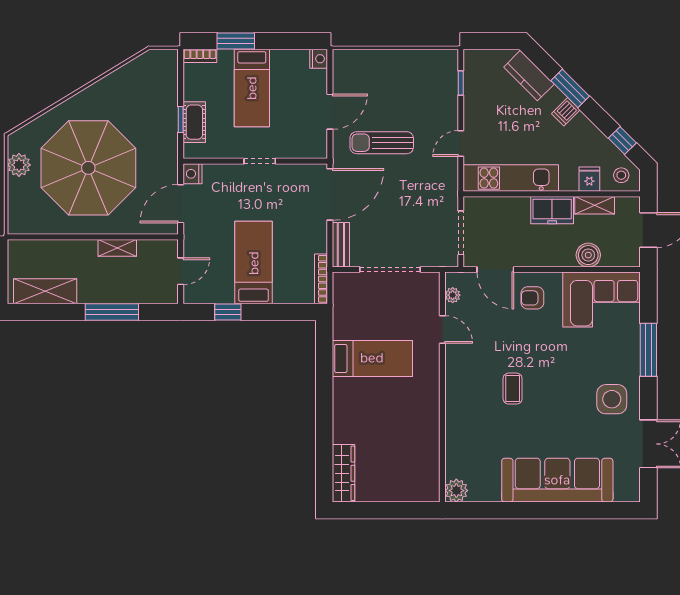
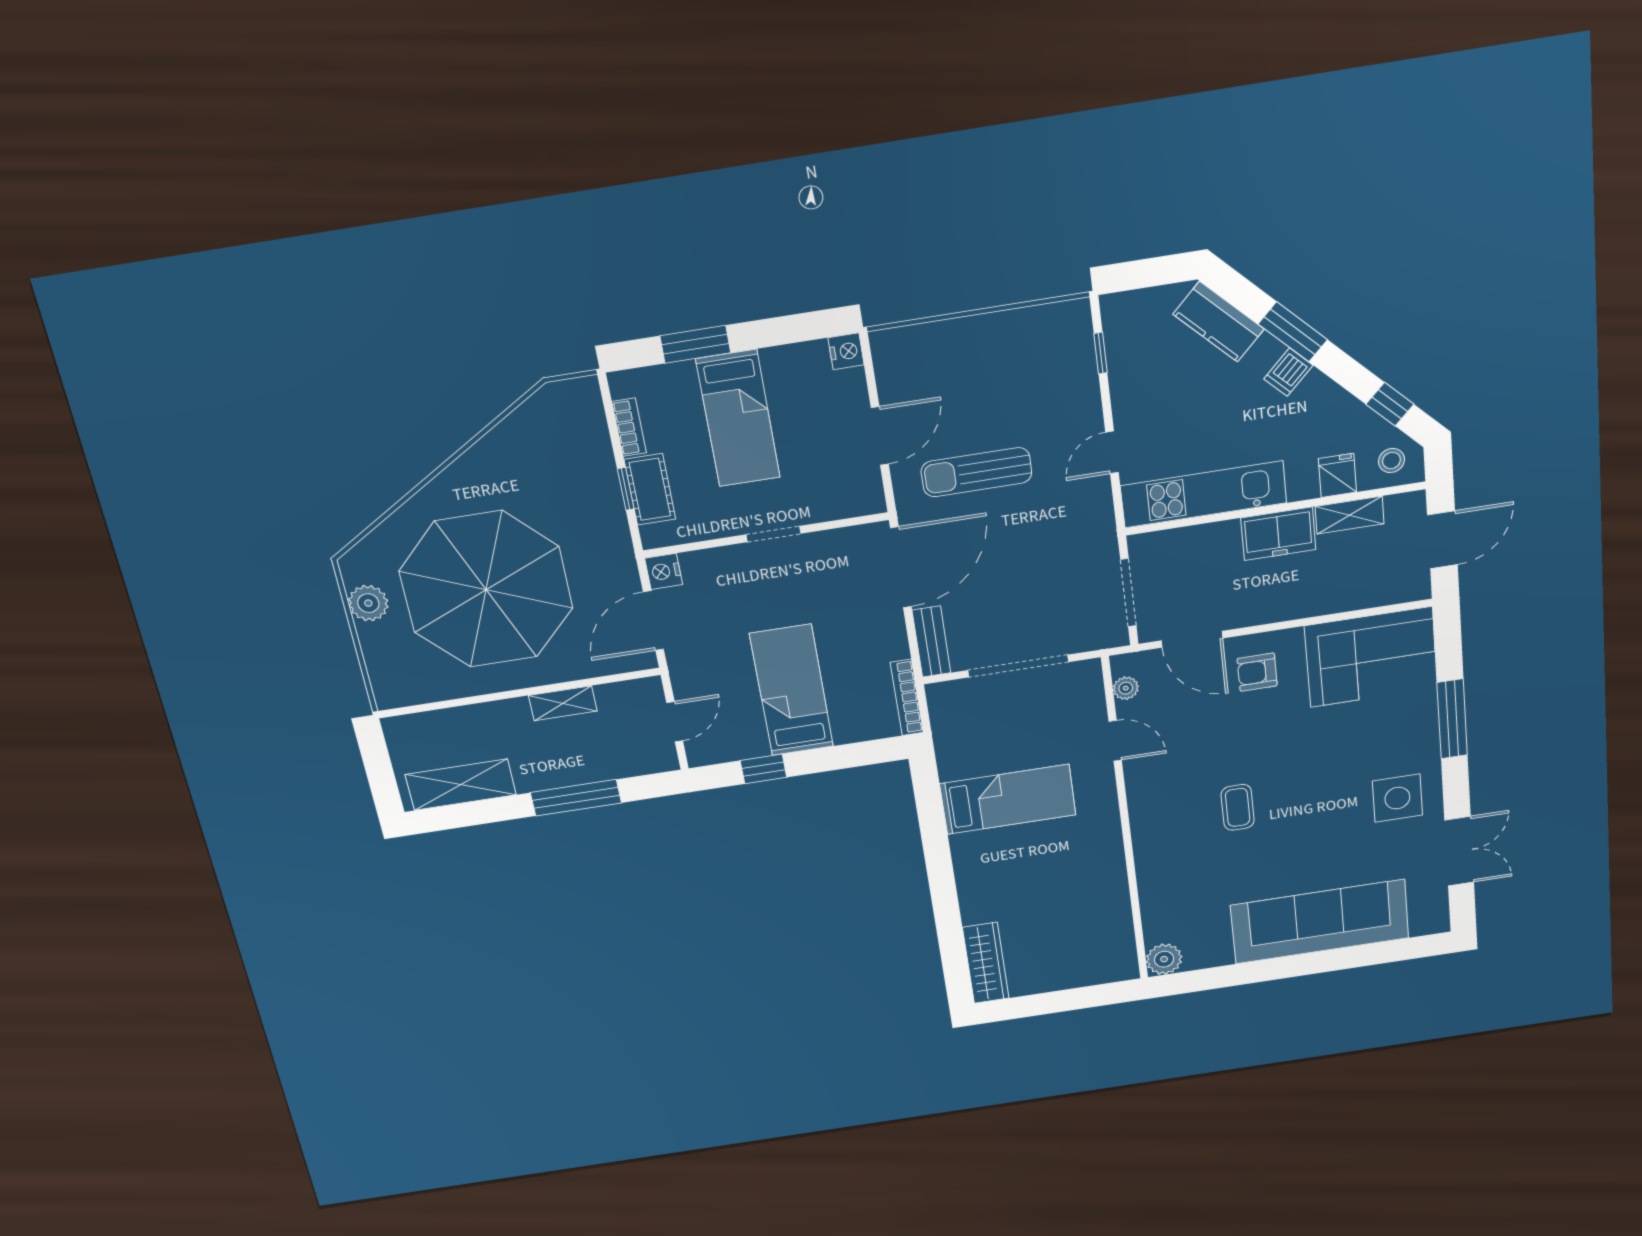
bookcase: (200, 56) -> (629, 427), moved, turned -90
boiler: (588, 255) -> (1344, 594), removed

